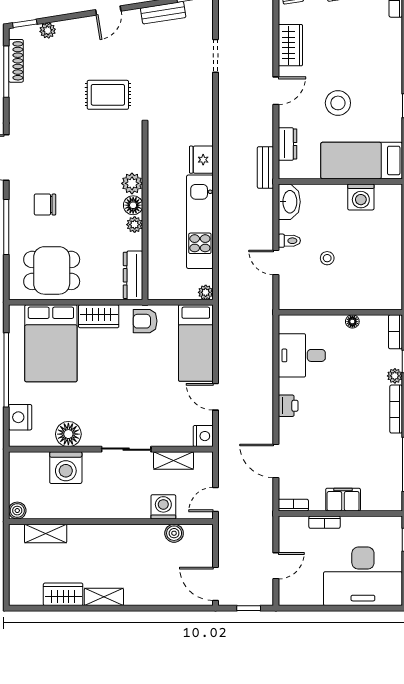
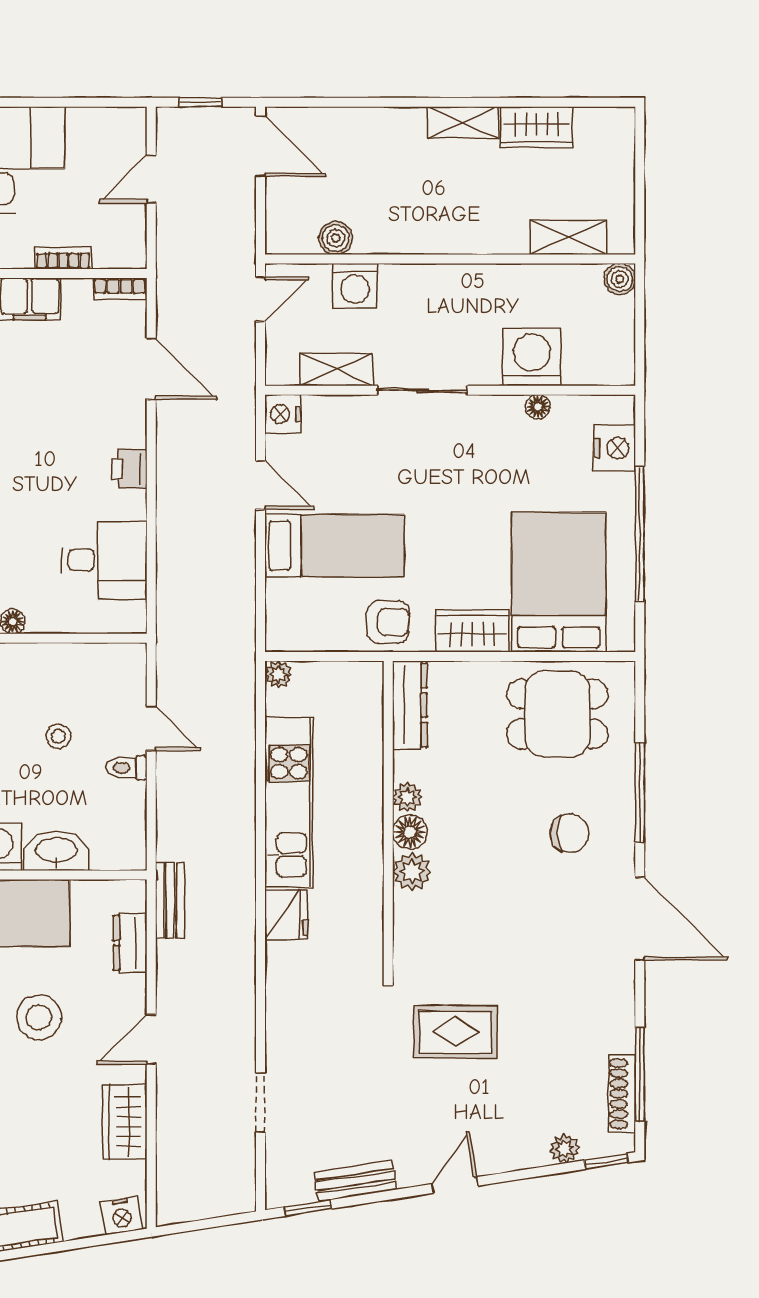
washbasin: (289, 202) -> (56, 851), moved, turned 90
bed: (196, 343) -> (335, 546), moved, turned 90
floor lamp: (68, 434) -> (538, 407), width x0.53, depth x0.53

